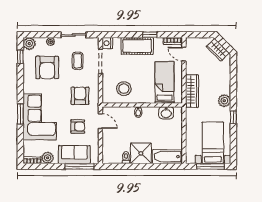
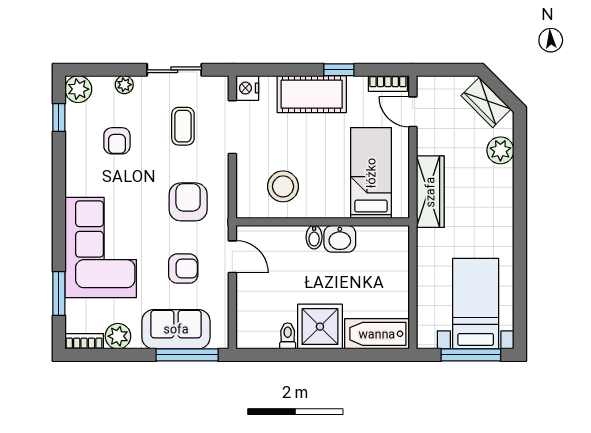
armchair: (47, 67) -> (117, 141), width x0.53, depth x0.53
plant: (224, 101) -> (500, 150), moved
washbasin: (166, 113) -> (340, 239), moved
window: (20, 114) -> (59, 294), moved
window: (233, 117) -> (520, 248), removed

